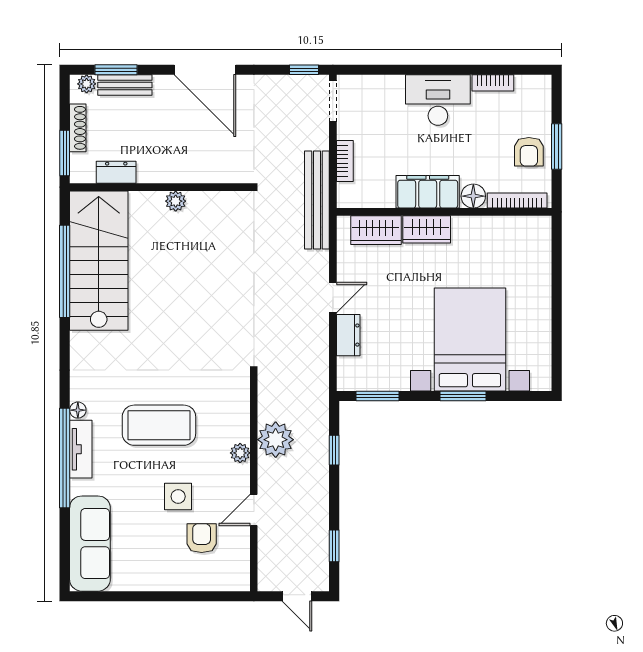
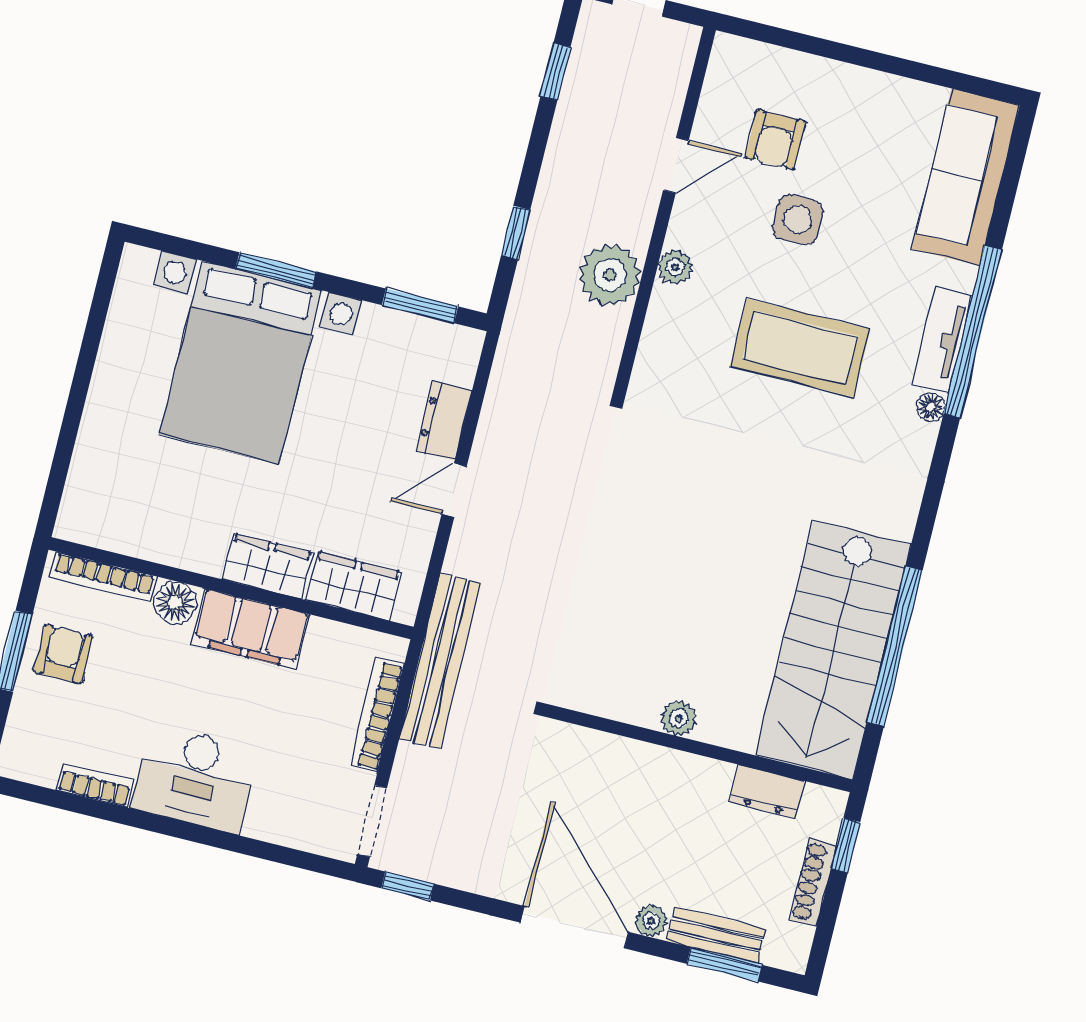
plant: (87, 84) -> (651, 921), moved
window: (65, 153) -> (846, 845), width x0.67
bookcase: (345, 161) -> (377, 715), width x1.56

